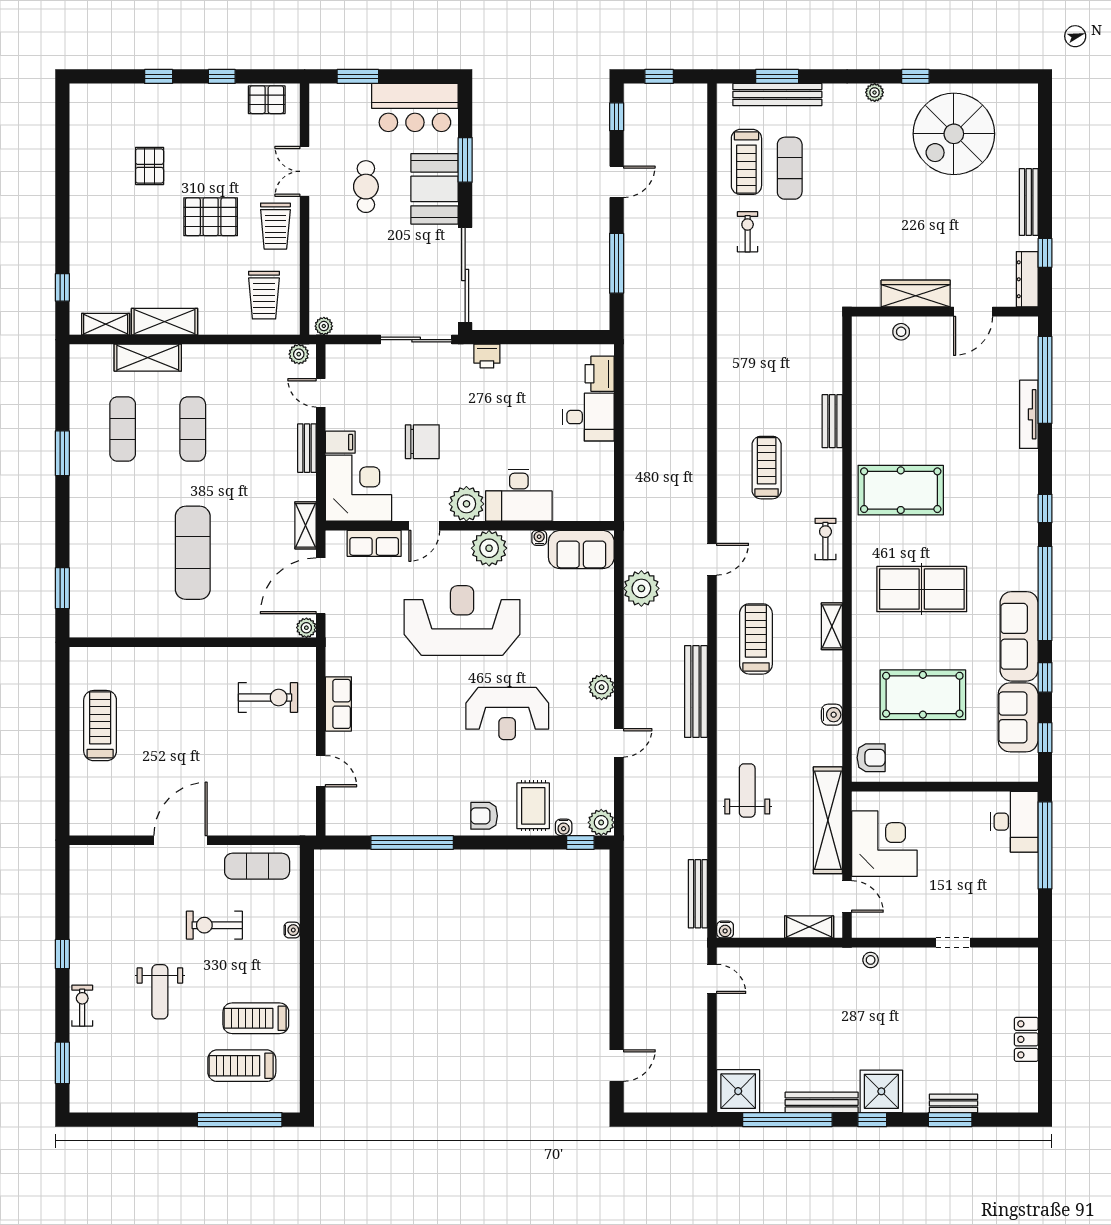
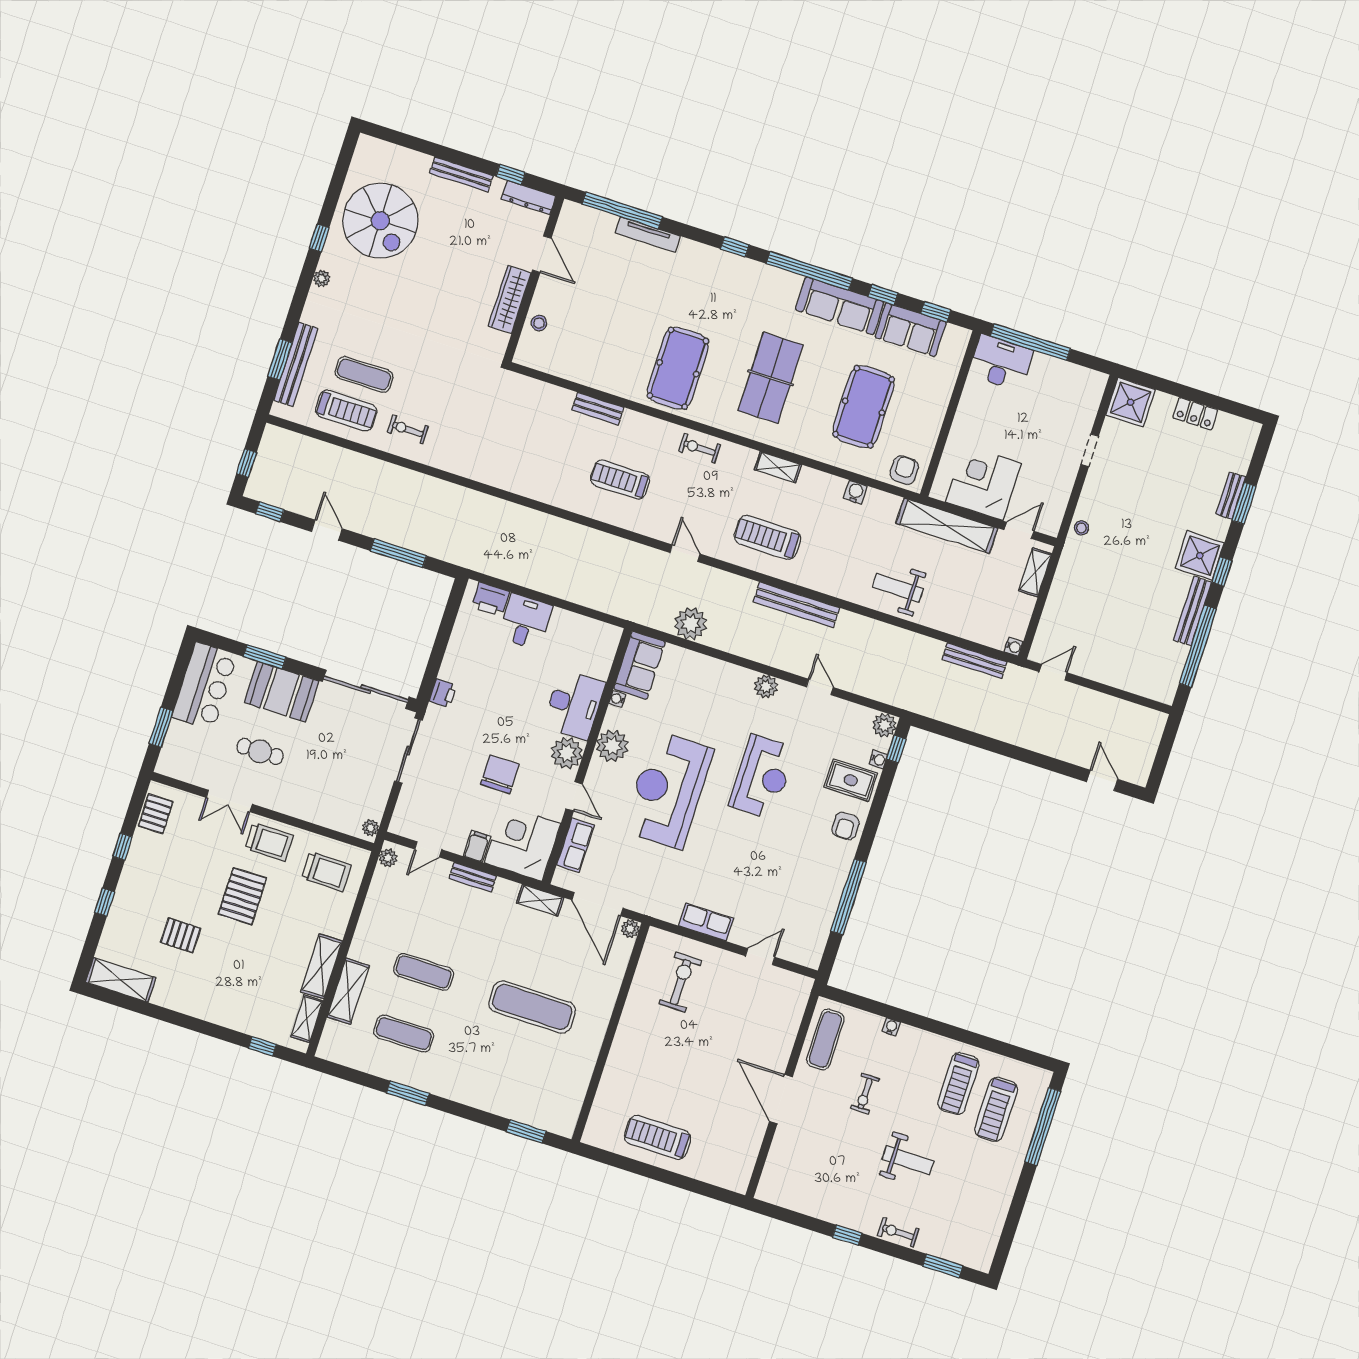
shelving: (84, 119) -> (121, 980), added
exercise bike: (214, 925) -> (865, 1094), width x0.73, depth x0.72
shower: (738, 1091) -> (1131, 402), moved

